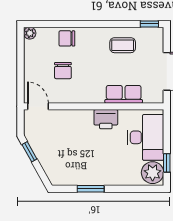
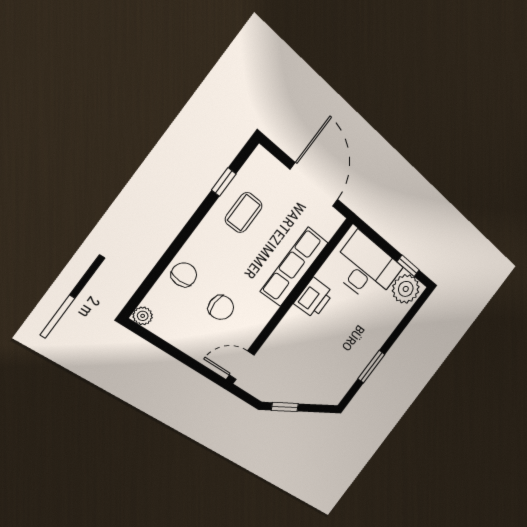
window: (149, 24) -> (224, 182), moved
chair: (67, 38) -> (184, 275), turned 180
row of seats: (124, 94) -> (294, 267), width x1.48

